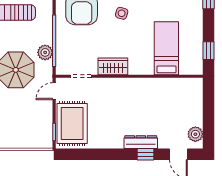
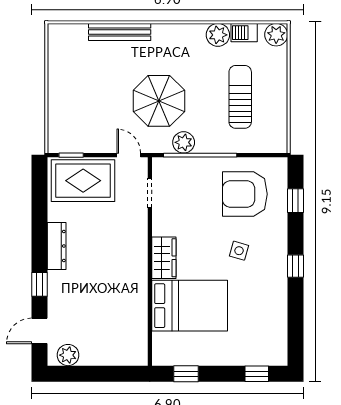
bed: (166, 48) -> (190, 306), width x1.50
wardrobe: (113, 66) -> (164, 258), moved
dresser: (141, 142) -> (57, 246), moved

